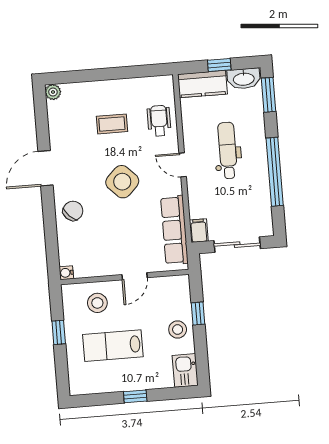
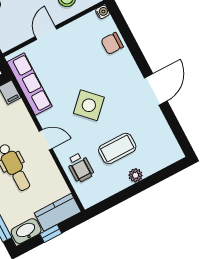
plant: (53, 92) -> (136, 175), moved
coffee table: (112, 124) -> (117, 148), width x1.36, depth x1.30
chair: (73, 211) -> (112, 43), moved, turned 45

